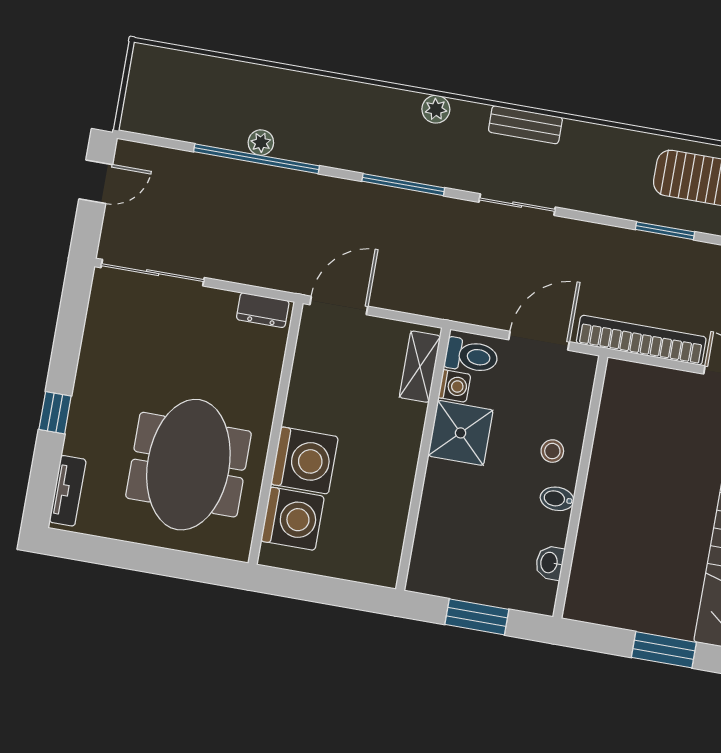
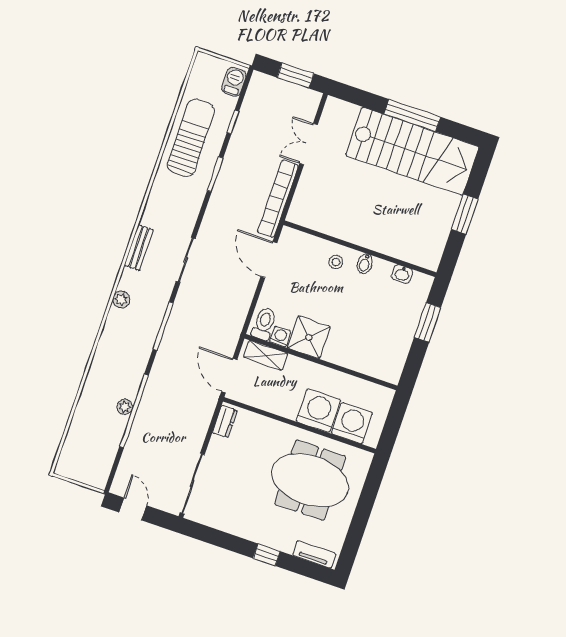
toilet: (471, 356) -> (264, 324), moved
shelving: (420, 367) -> (266, 355), moved
washing machine: (454, 386) -> (280, 337), moved
shower: (461, 433) -> (309, 337), moved
wall: (423, 459) -> (321, 362), moved

